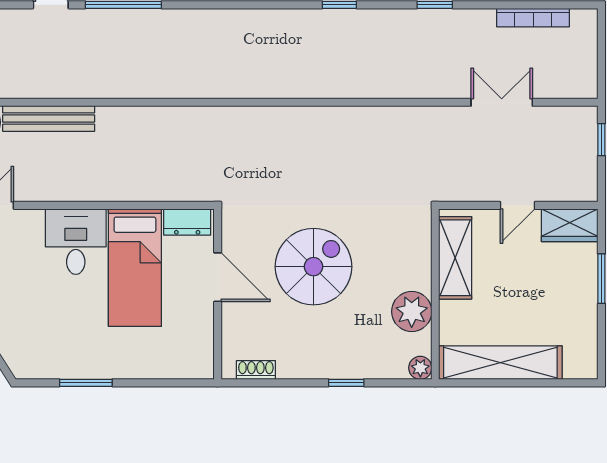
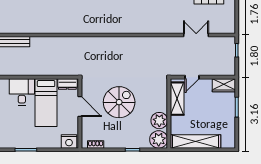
door: (518, 205) -> (192, 77), moved
nightstand: (191, 363) -> (69, 142), added
plant: (420, 368) -> (159, 139), width x1.88, depth x1.88

